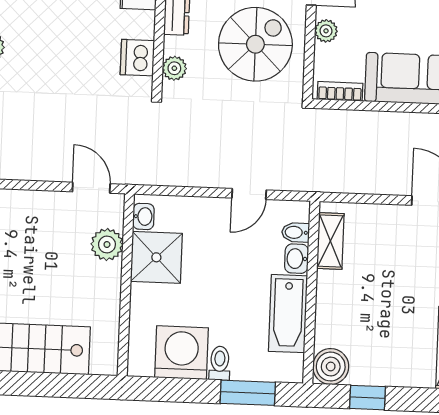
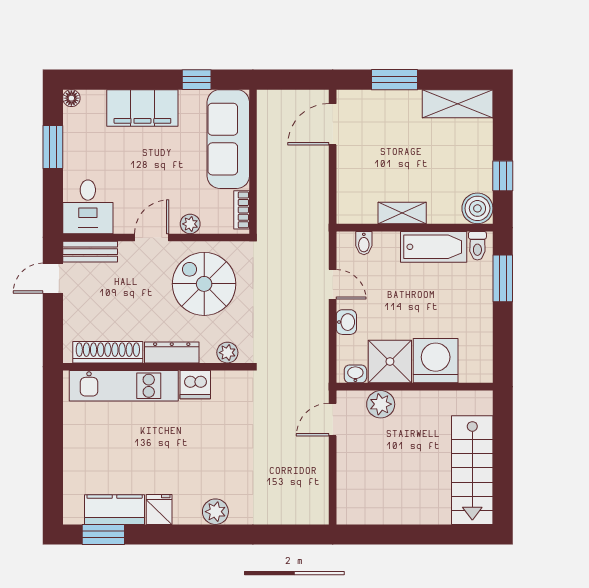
dishwasher: (137, 58) -> (195, 385), moved
shelving: (330, 241) -> (402, 213), moved
washbasin: (297, 259) -> (346, 322), moved, turned -90
washing machine: (182, 353) -> (436, 361), moved, turned 90
toilet: (220, 363) -> (477, 246), moved, turned -90

